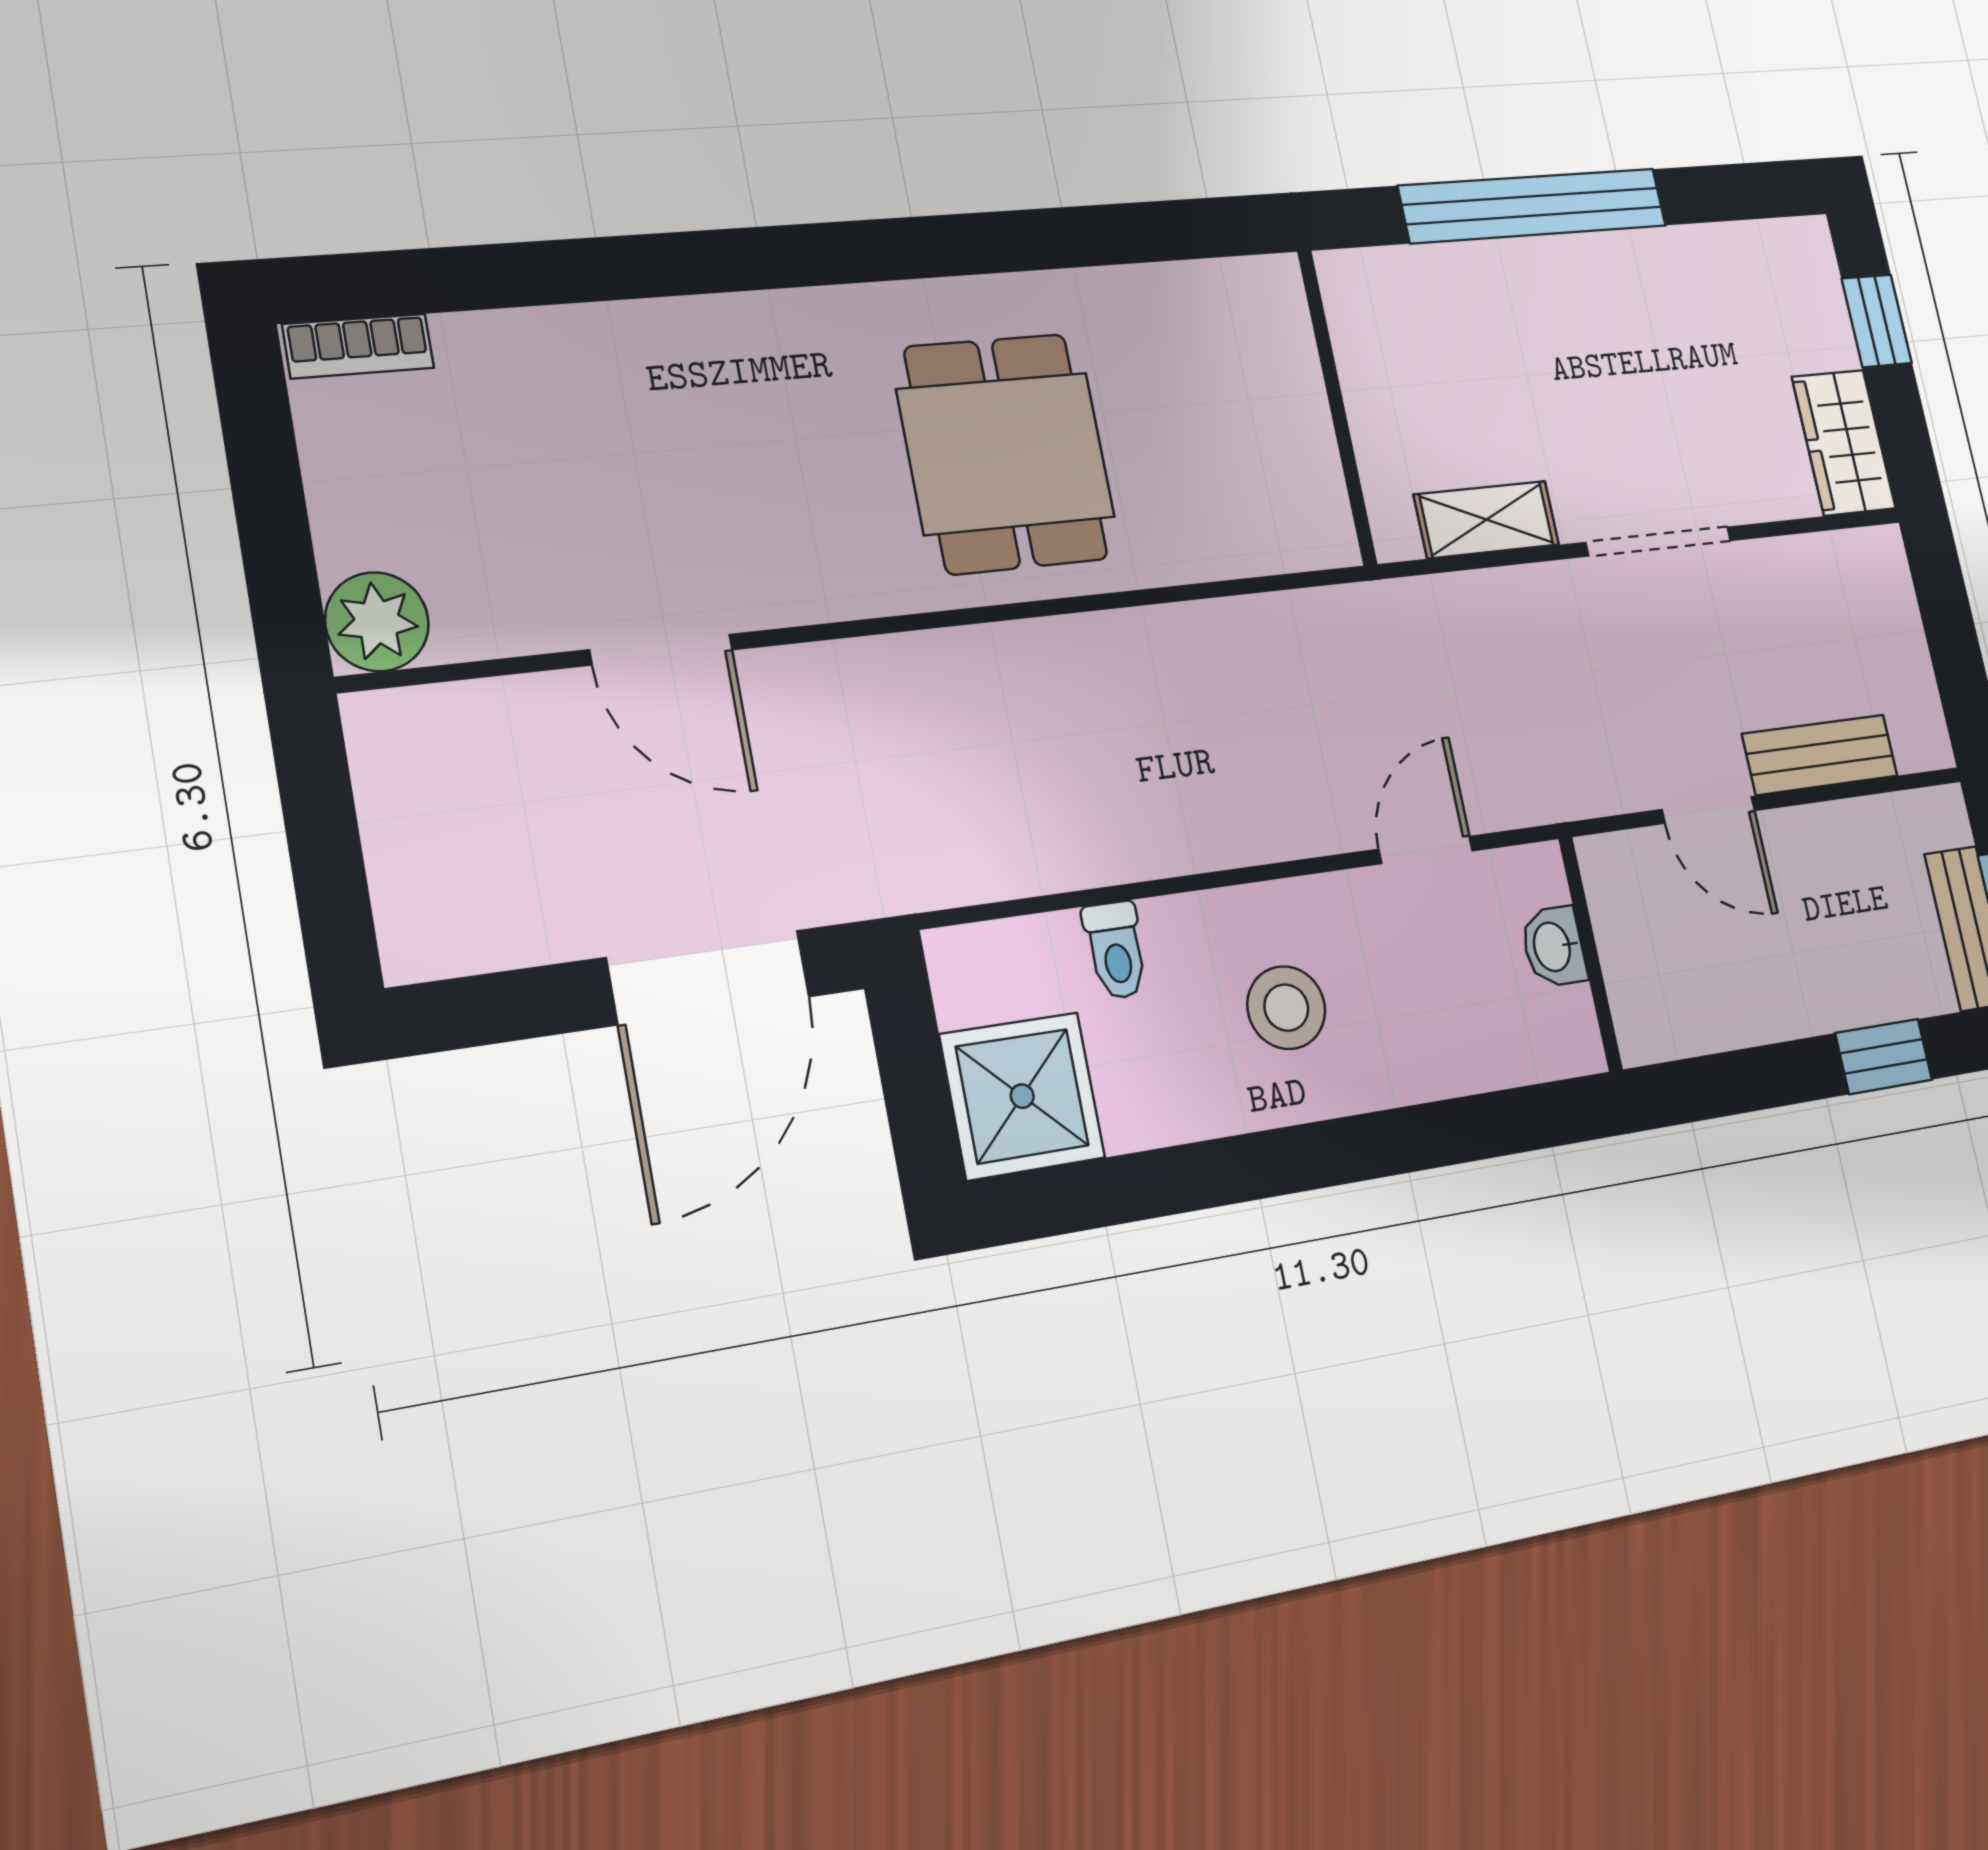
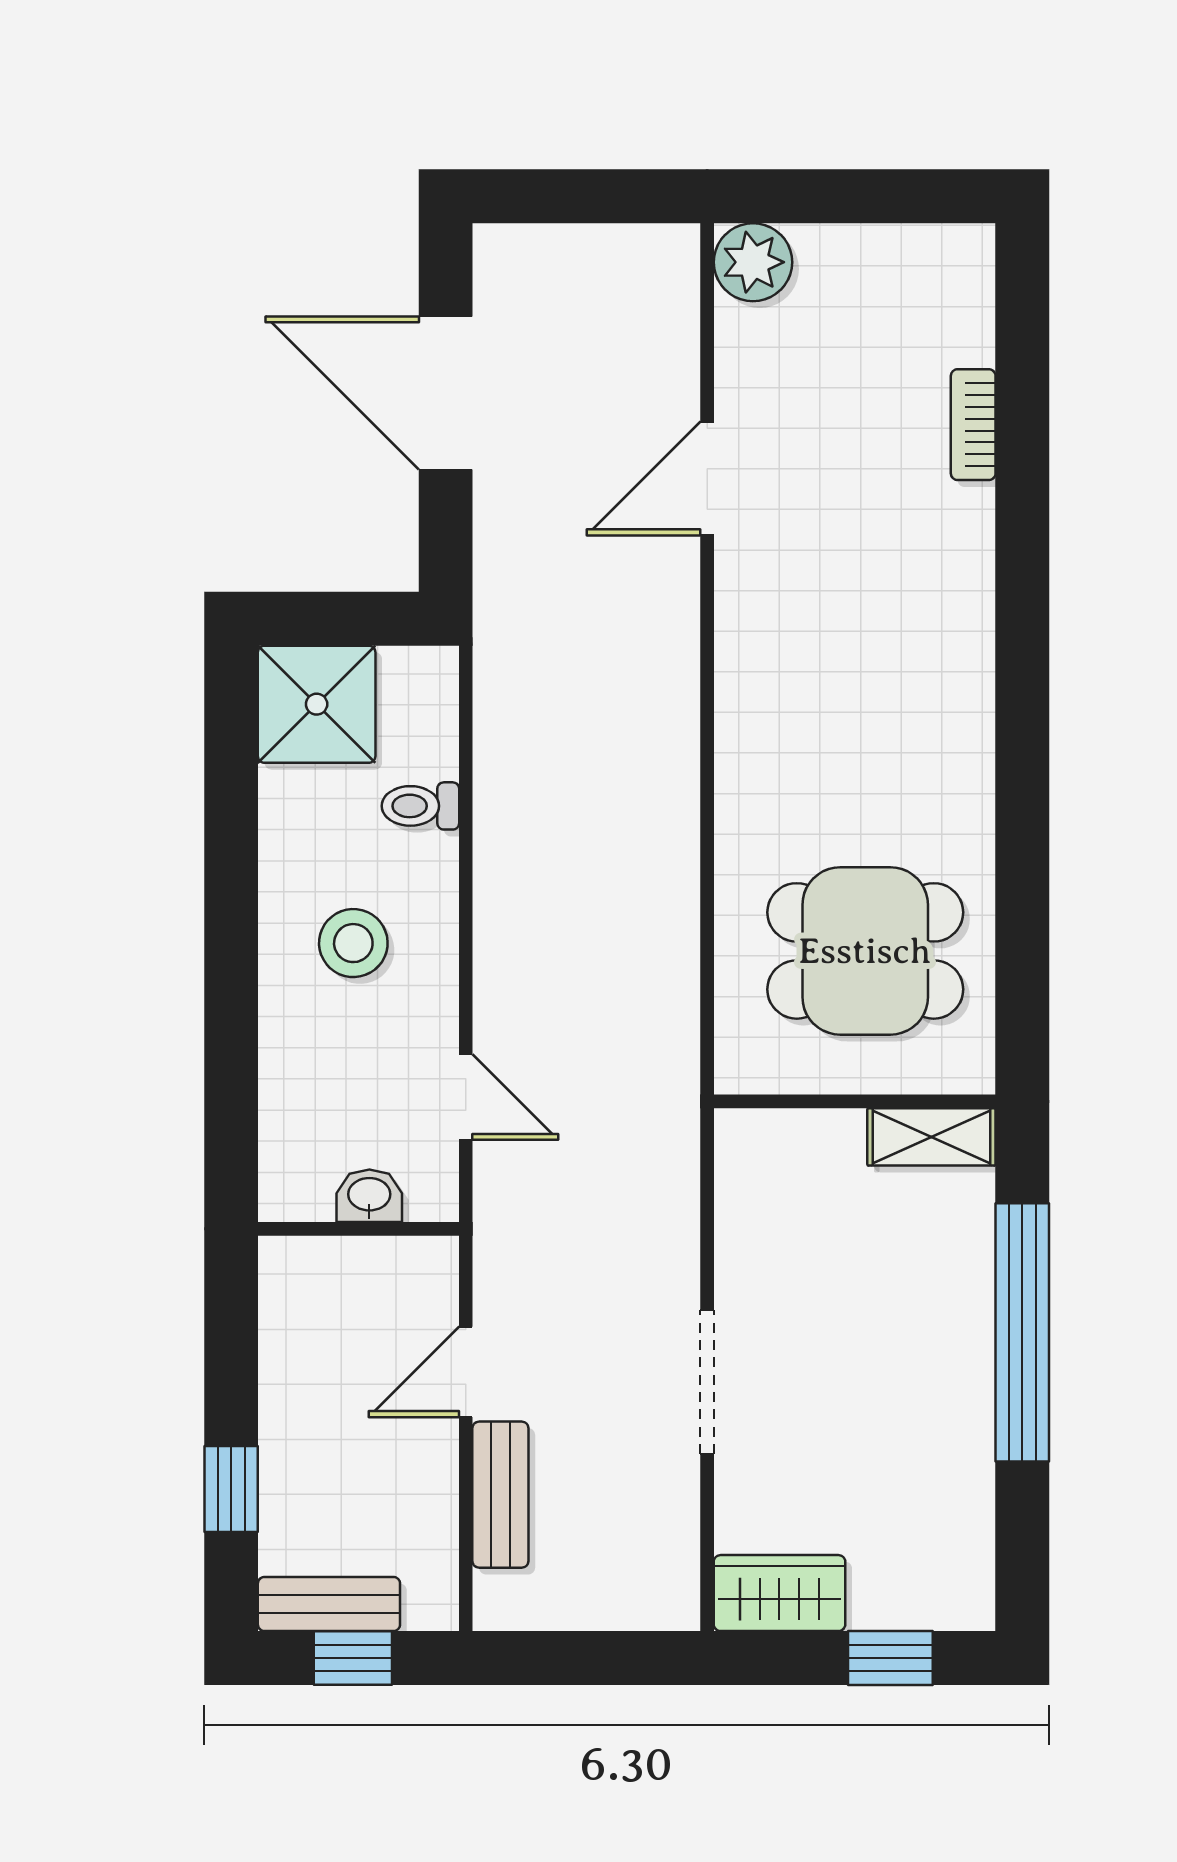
bookcase: (358, 346) -> (973, 425), moved
dining table: (1006, 453) -> (865, 951), moved
shelving: (1486, 520) -> (931, 1137), moved, turned 90
door: (708, 977) -> (446, 393), moved

